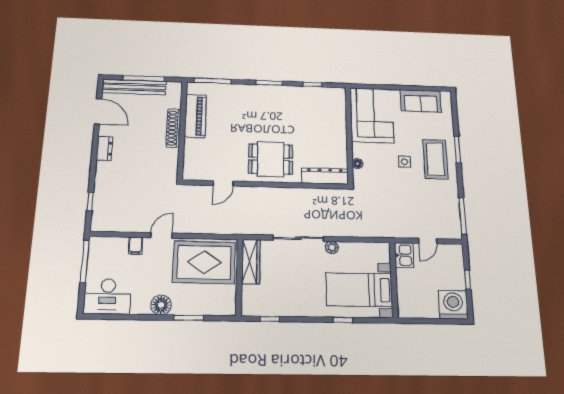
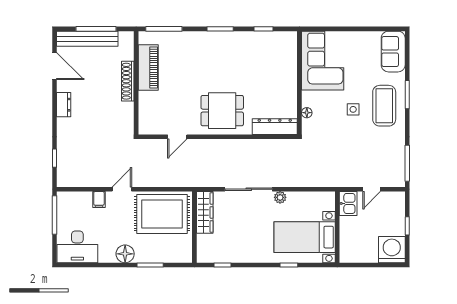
sofa: (421, 101) -> (393, 52), moved, turned 90

